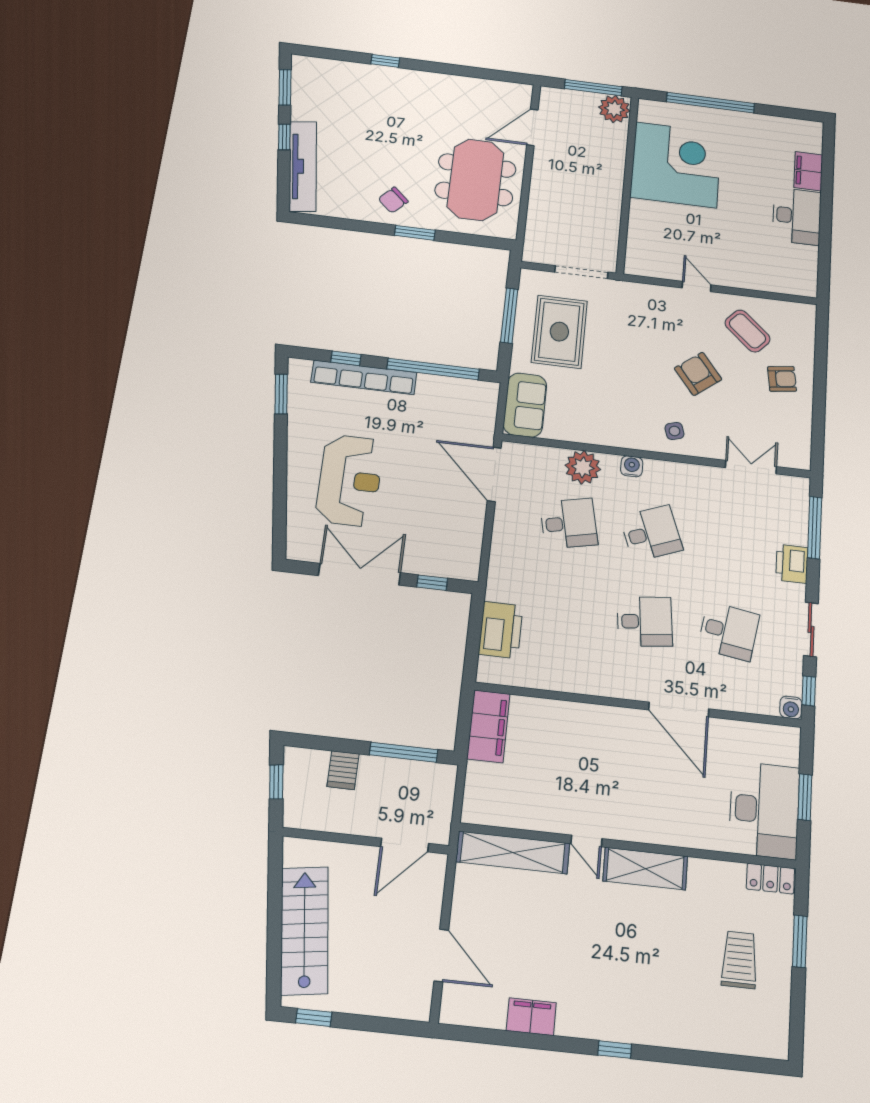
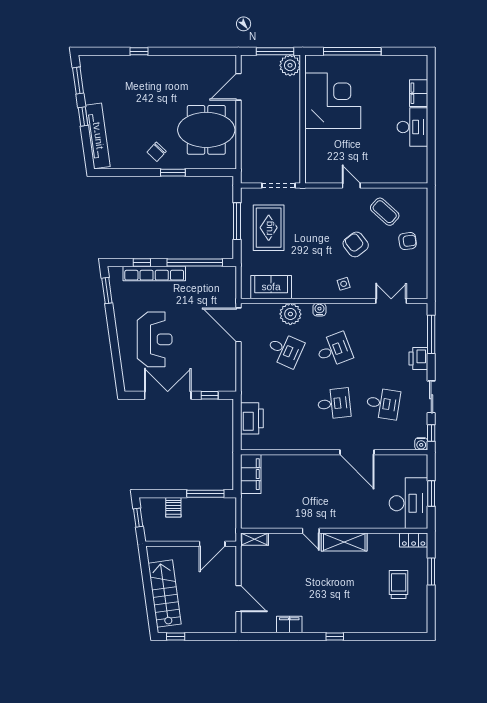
meeting table: (475, 180) -> (206, 130), turned 90
sofa: (525, 405) -> (271, 287), moved, turned -90
desk: (569, 523) -> (285, 350), turned 36
shelving: (513, 853) -> (254, 539), width x0.45, depth x0.75

